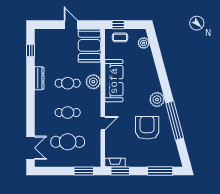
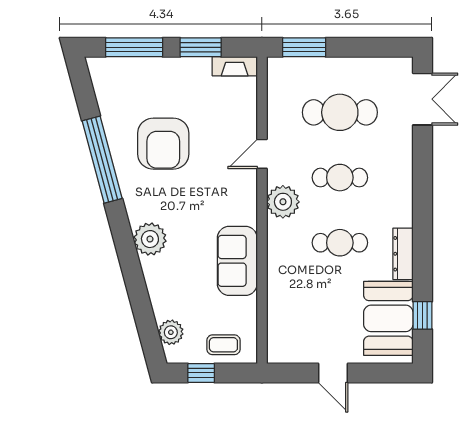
window: (118, 25) -> (201, 373), moved
booth: (89, 45) -> (388, 318), moved
sofa: (114, 81) -> (237, 261), width x0.73
plant: (93, 82) -> (283, 202), moved
plant: (157, 100) -> (150, 239), moved
double door: (31, 148) -> (422, 99), swing flipped
window: (120, 171) -> (201, 47), moved

